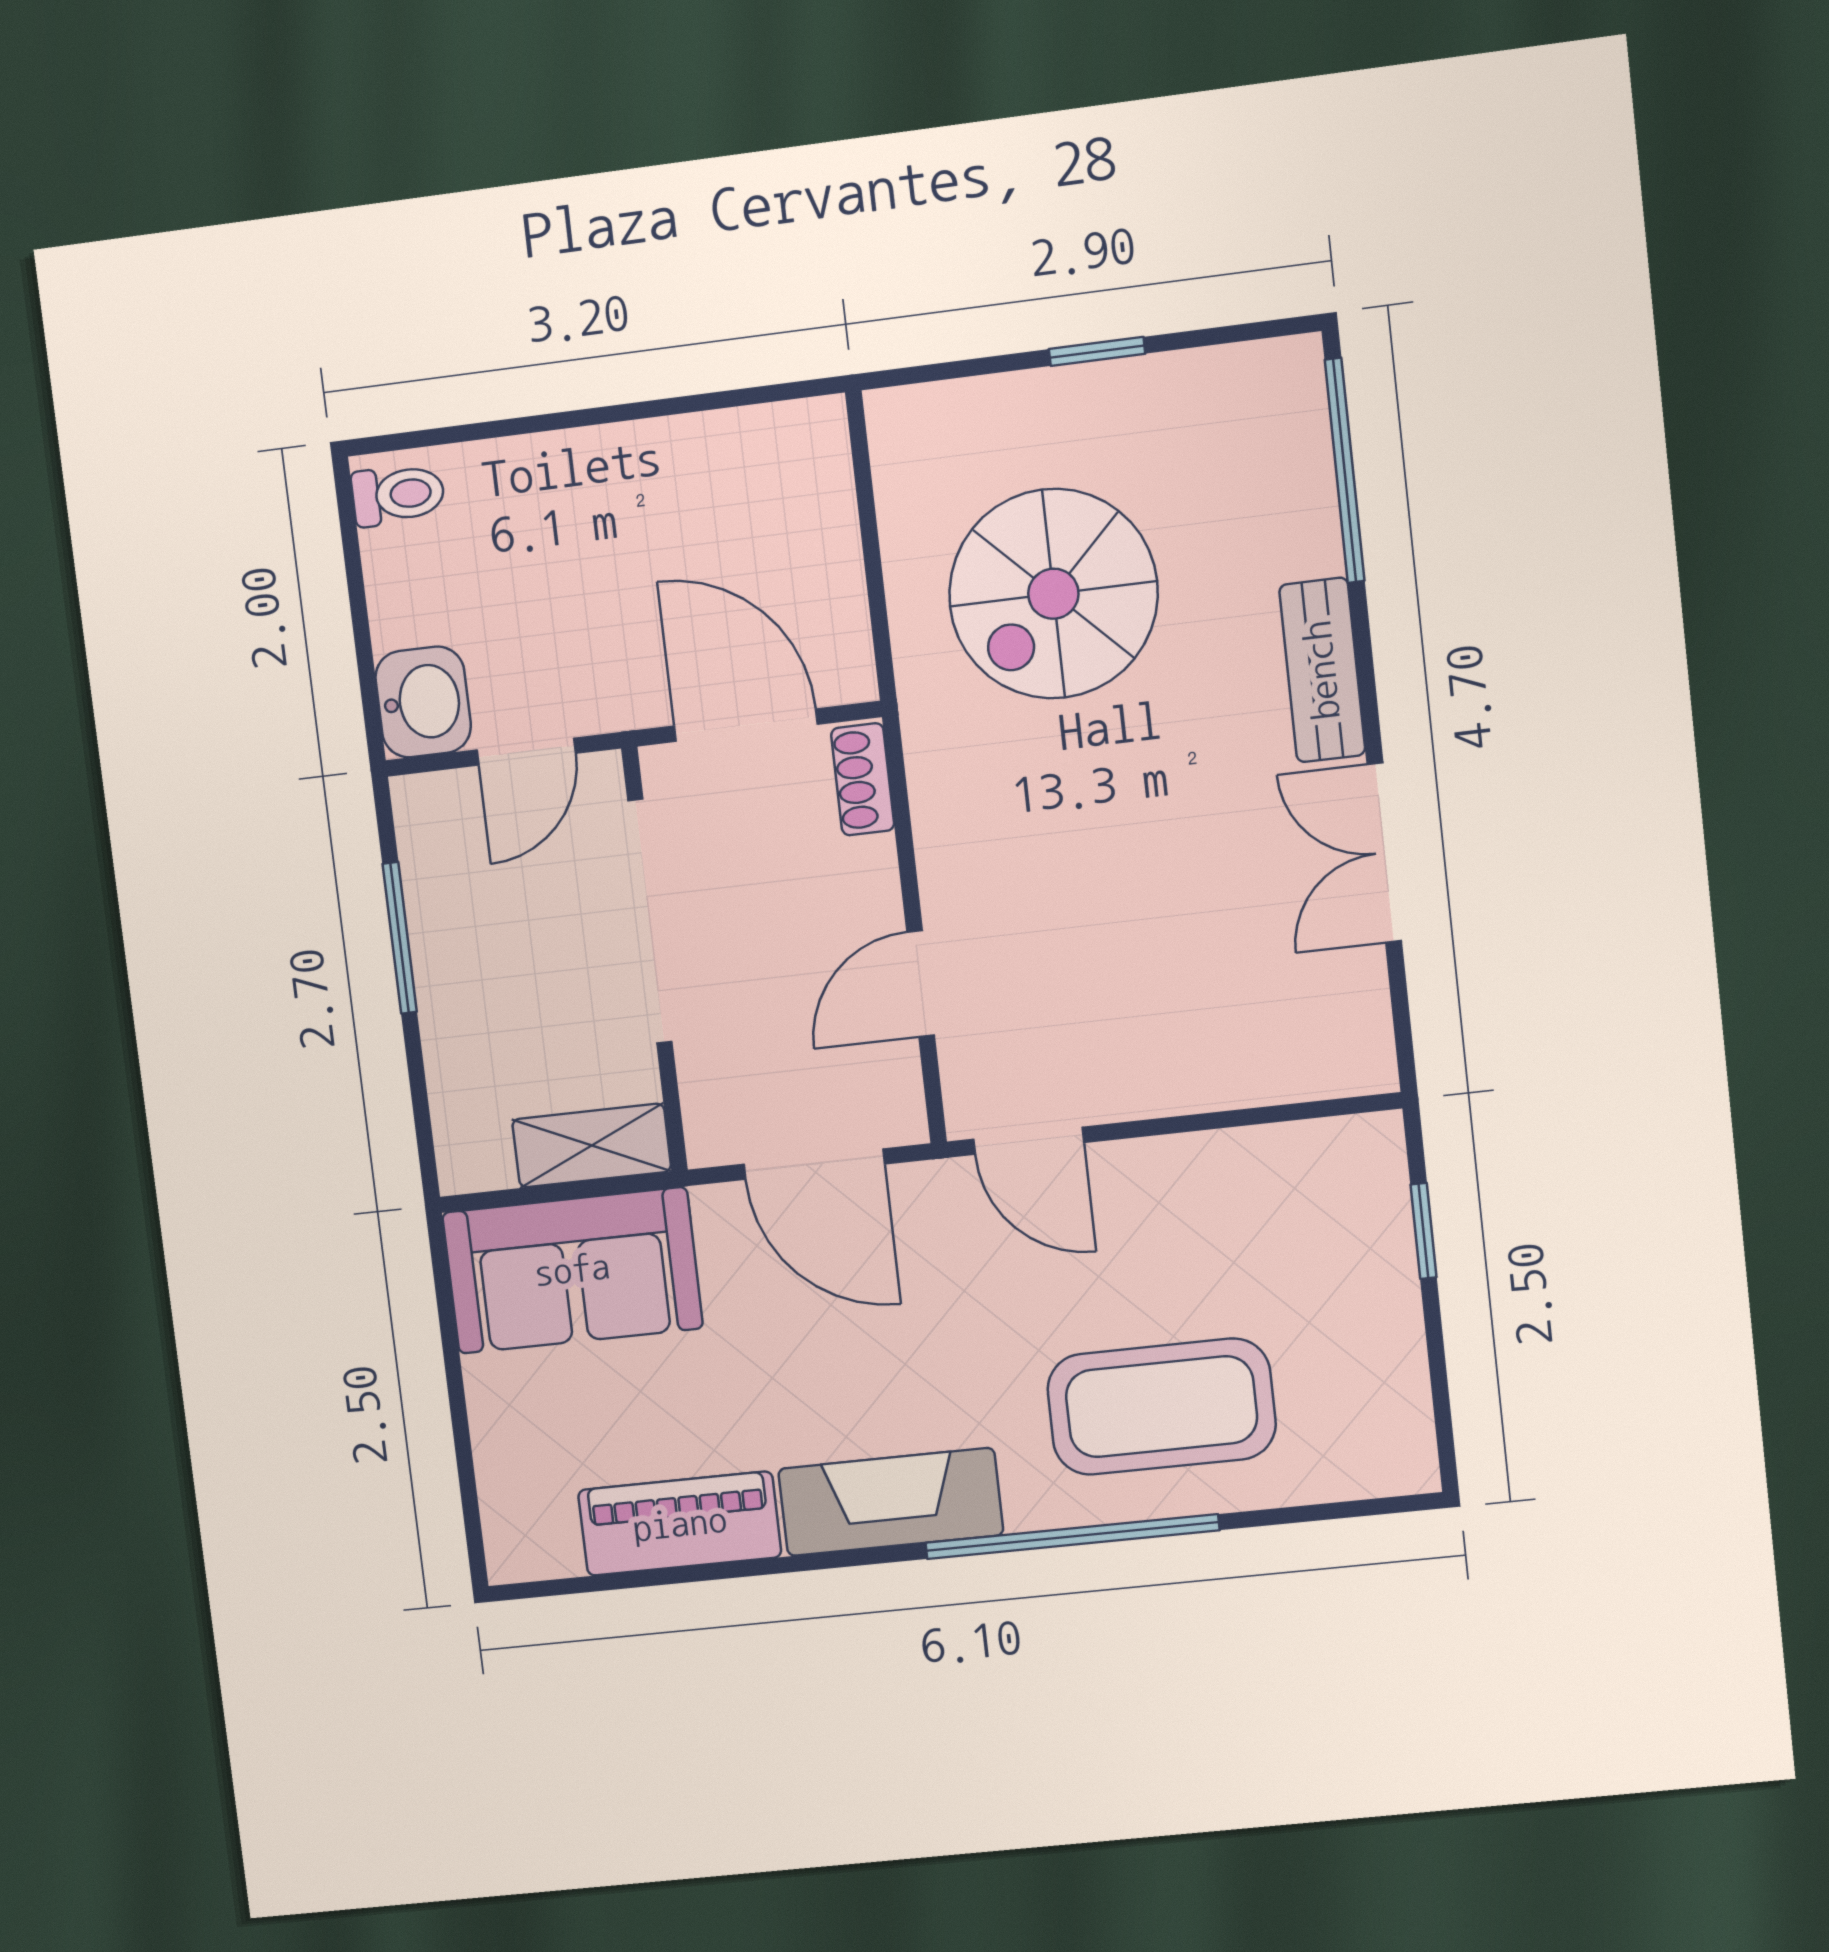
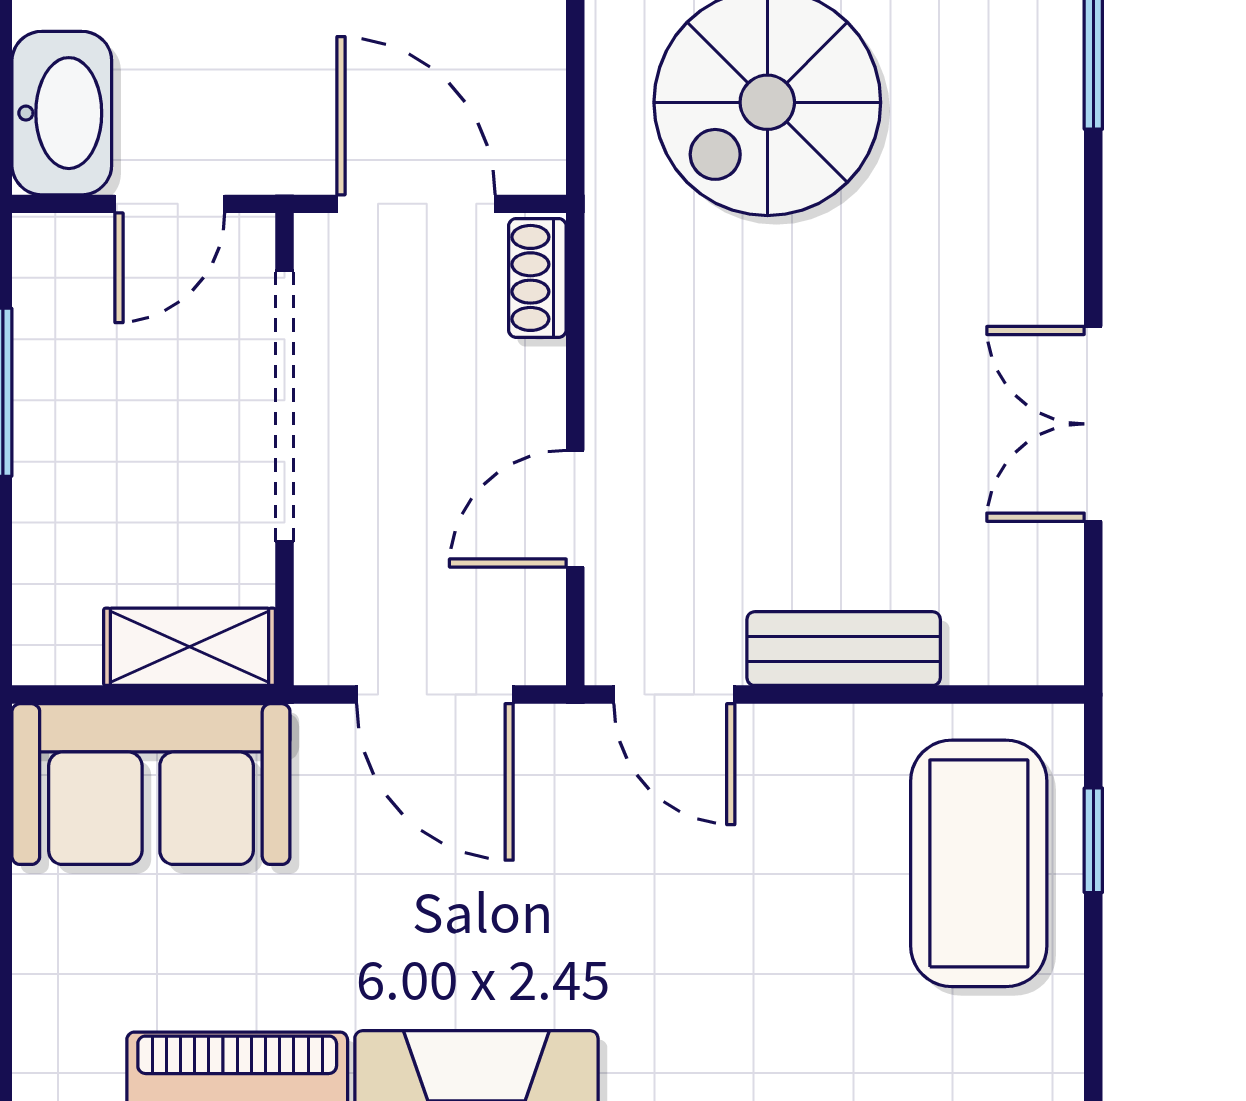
bench: (1322, 670) -> (844, 649), moved, turned 90
washbasin: (423, 702) -> (62, 113), width x1.38
coffee table: (1161, 1407) -> (979, 863), moved, turned 90

